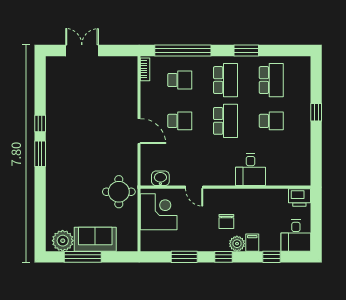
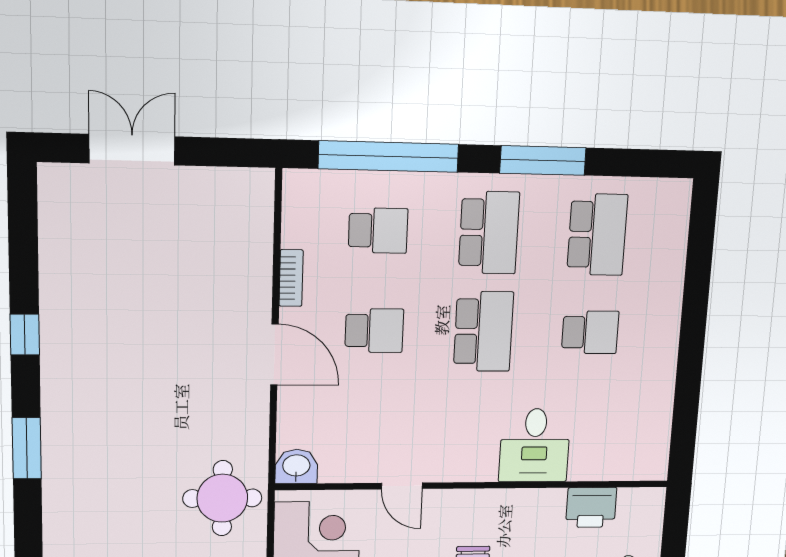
window: (246, 51) -> (543, 161), width x1.44
bookcase: (145, 69) -> (291, 278), moved
window: (316, 112) -> (694, 313), removed
window: (40, 154) -> (27, 448), moved
washbasin: (160, 178) -> (296, 466), moved
printer: (299, 197) -> (591, 507), moved

